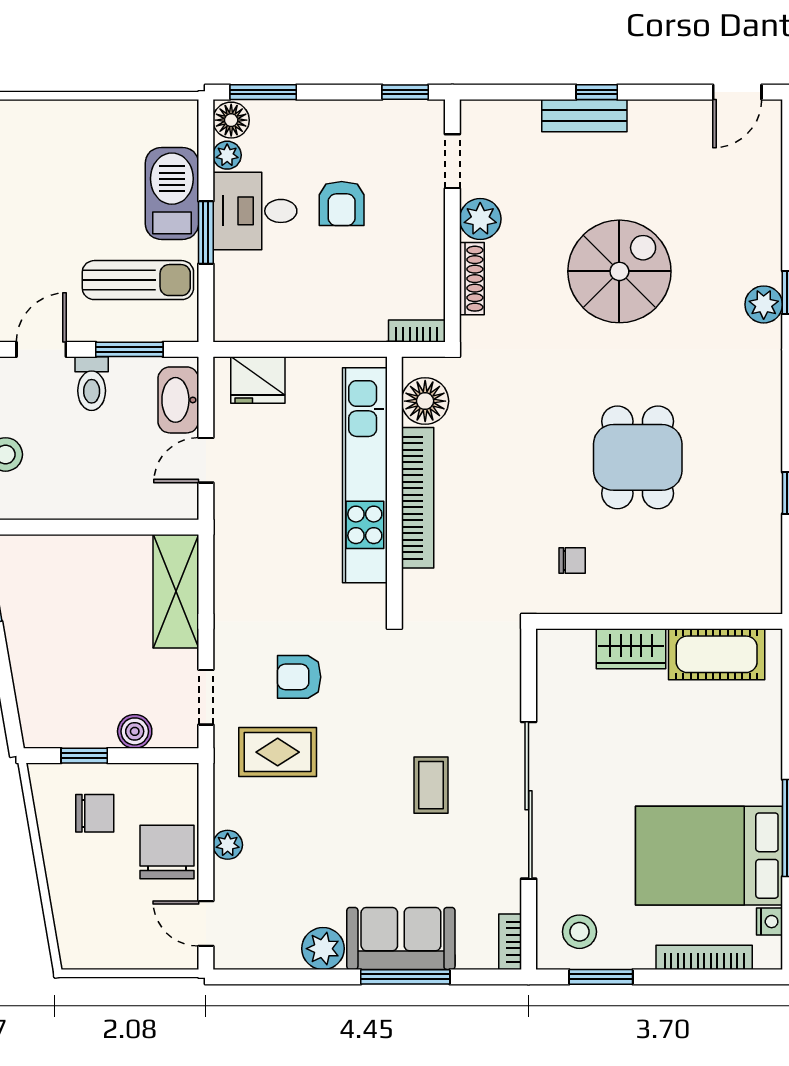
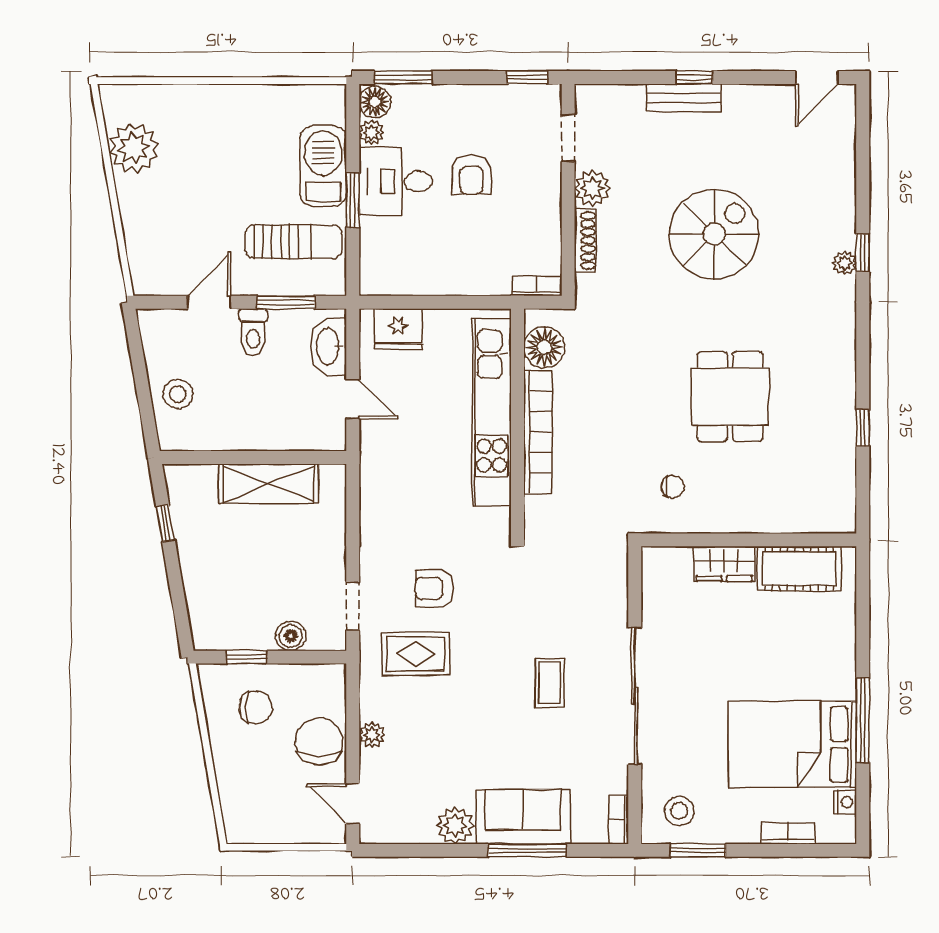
plant: (764, 304) -> (845, 263), width x0.73, depth x0.73
door: (206, 460) -> (353, 399), swing flipped
shelving: (176, 591) -> (268, 484), moved, turned 90
bookcase: (704, 957) -> (788, 833), width x0.64

